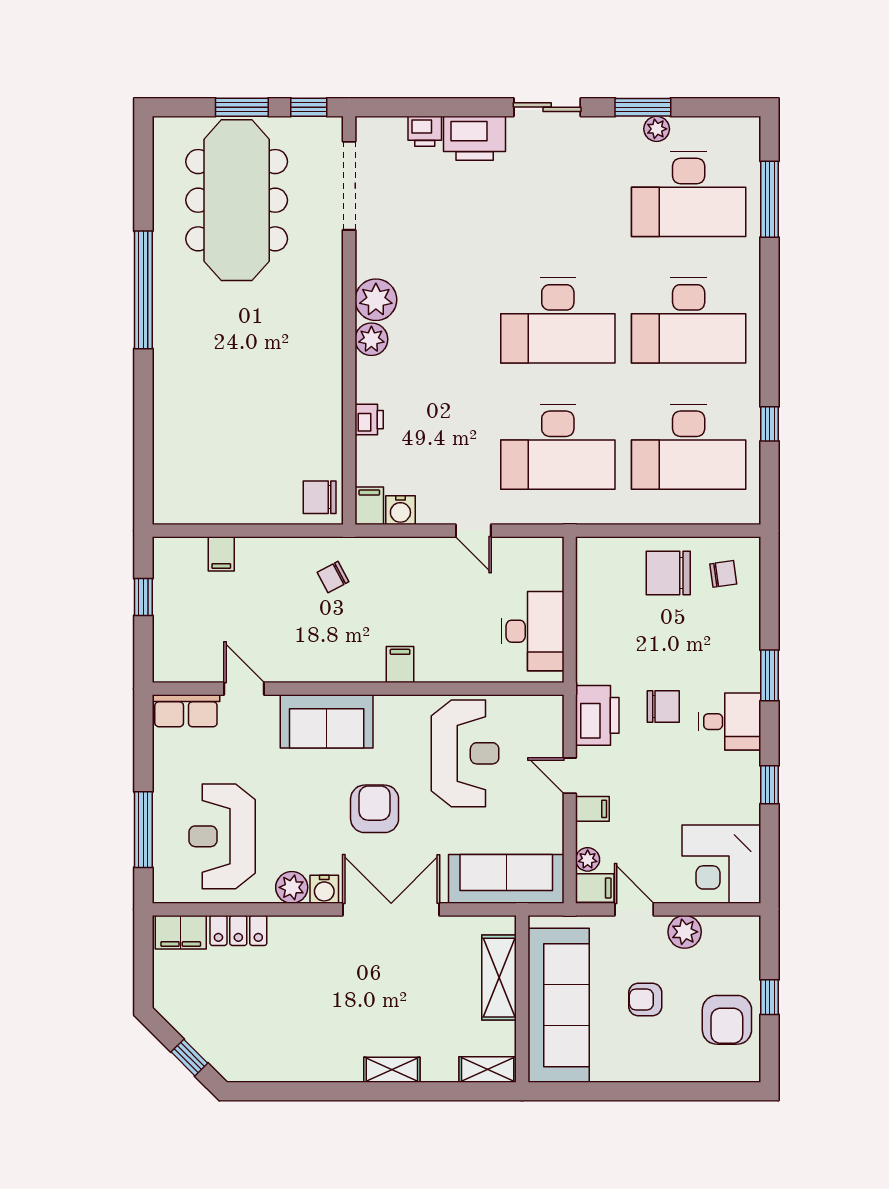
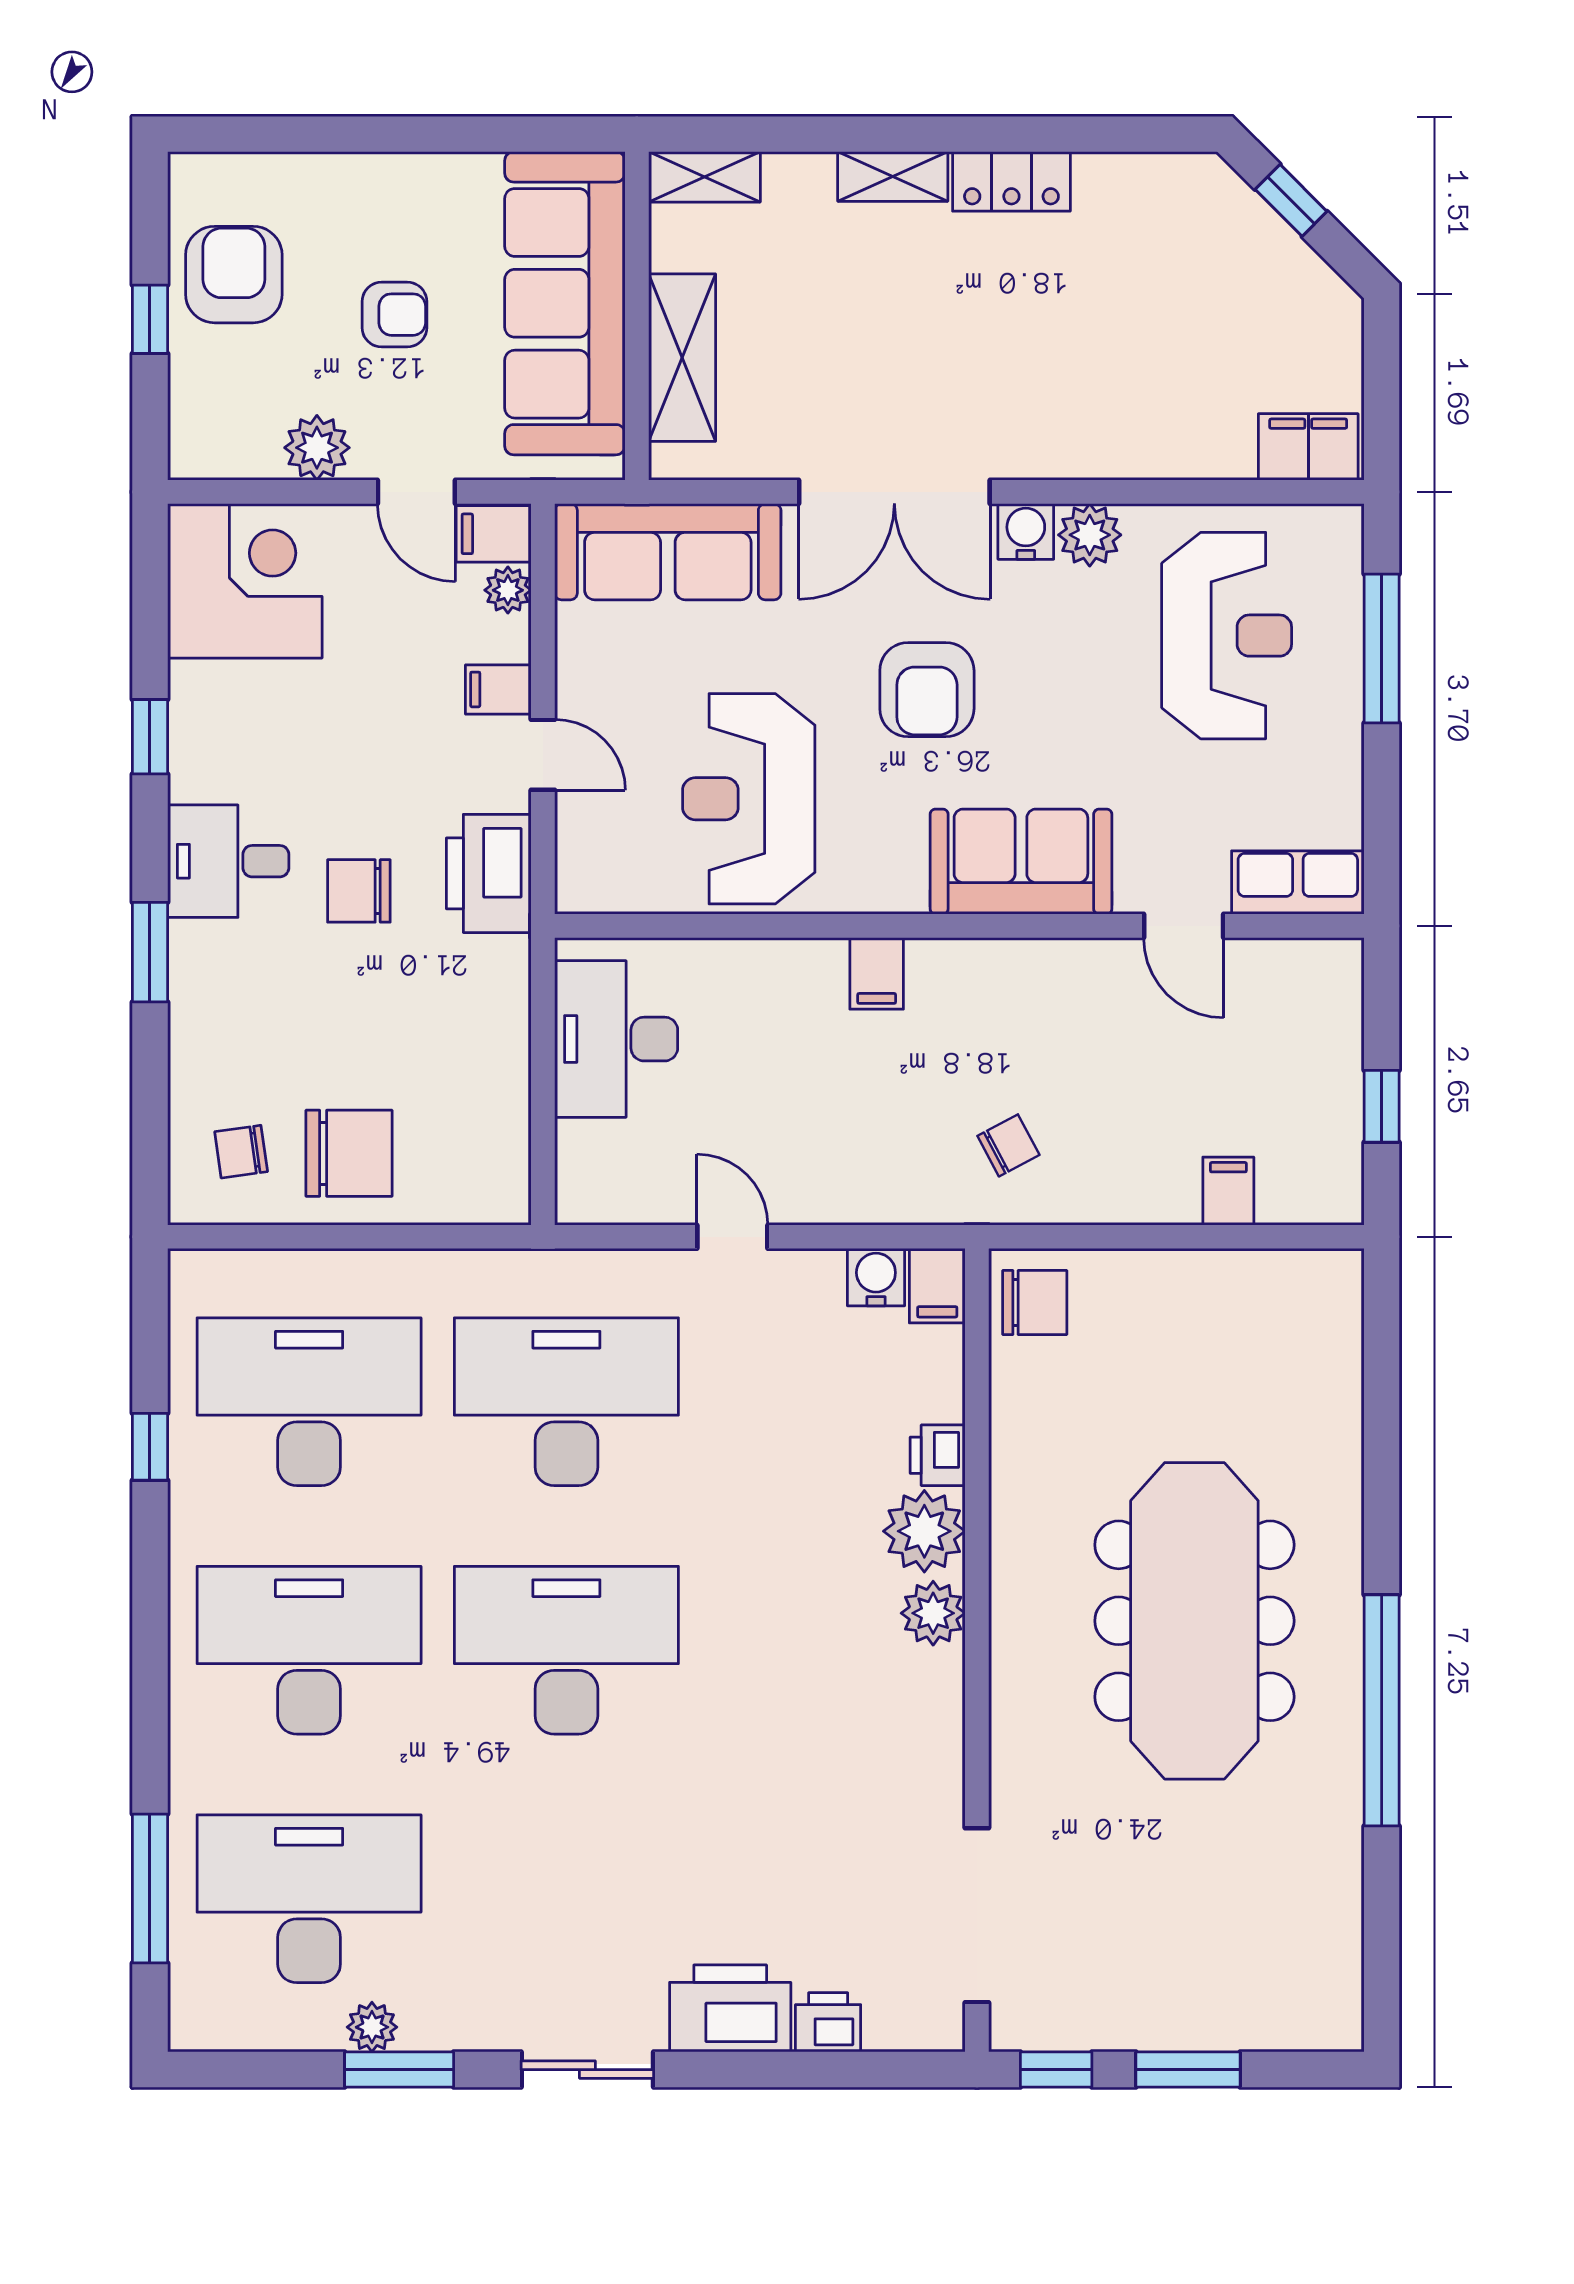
meeting table: (237, 200) -> (1194, 1621), moved
plant: (376, 300) -> (924, 1531), moved
locker: (238, 930) -> (1011, 181), moved, turned 180

